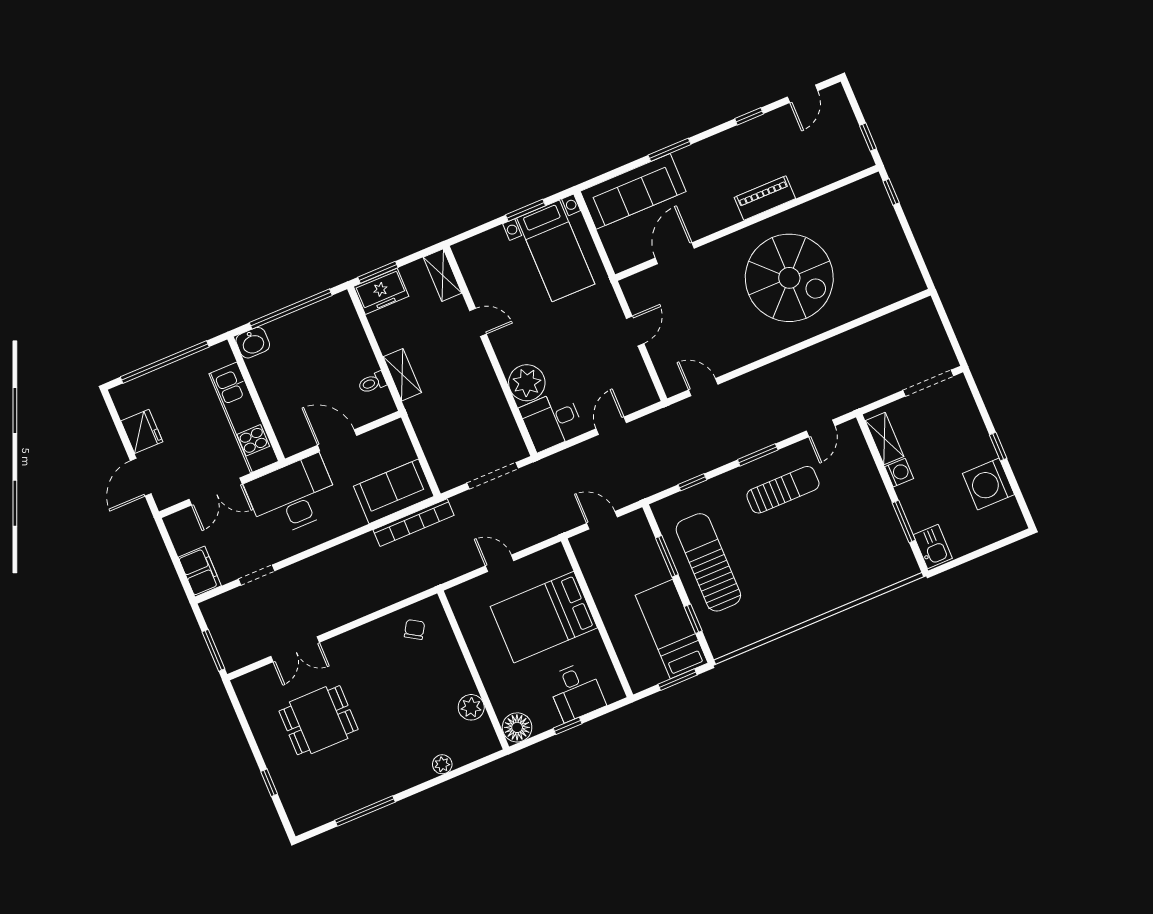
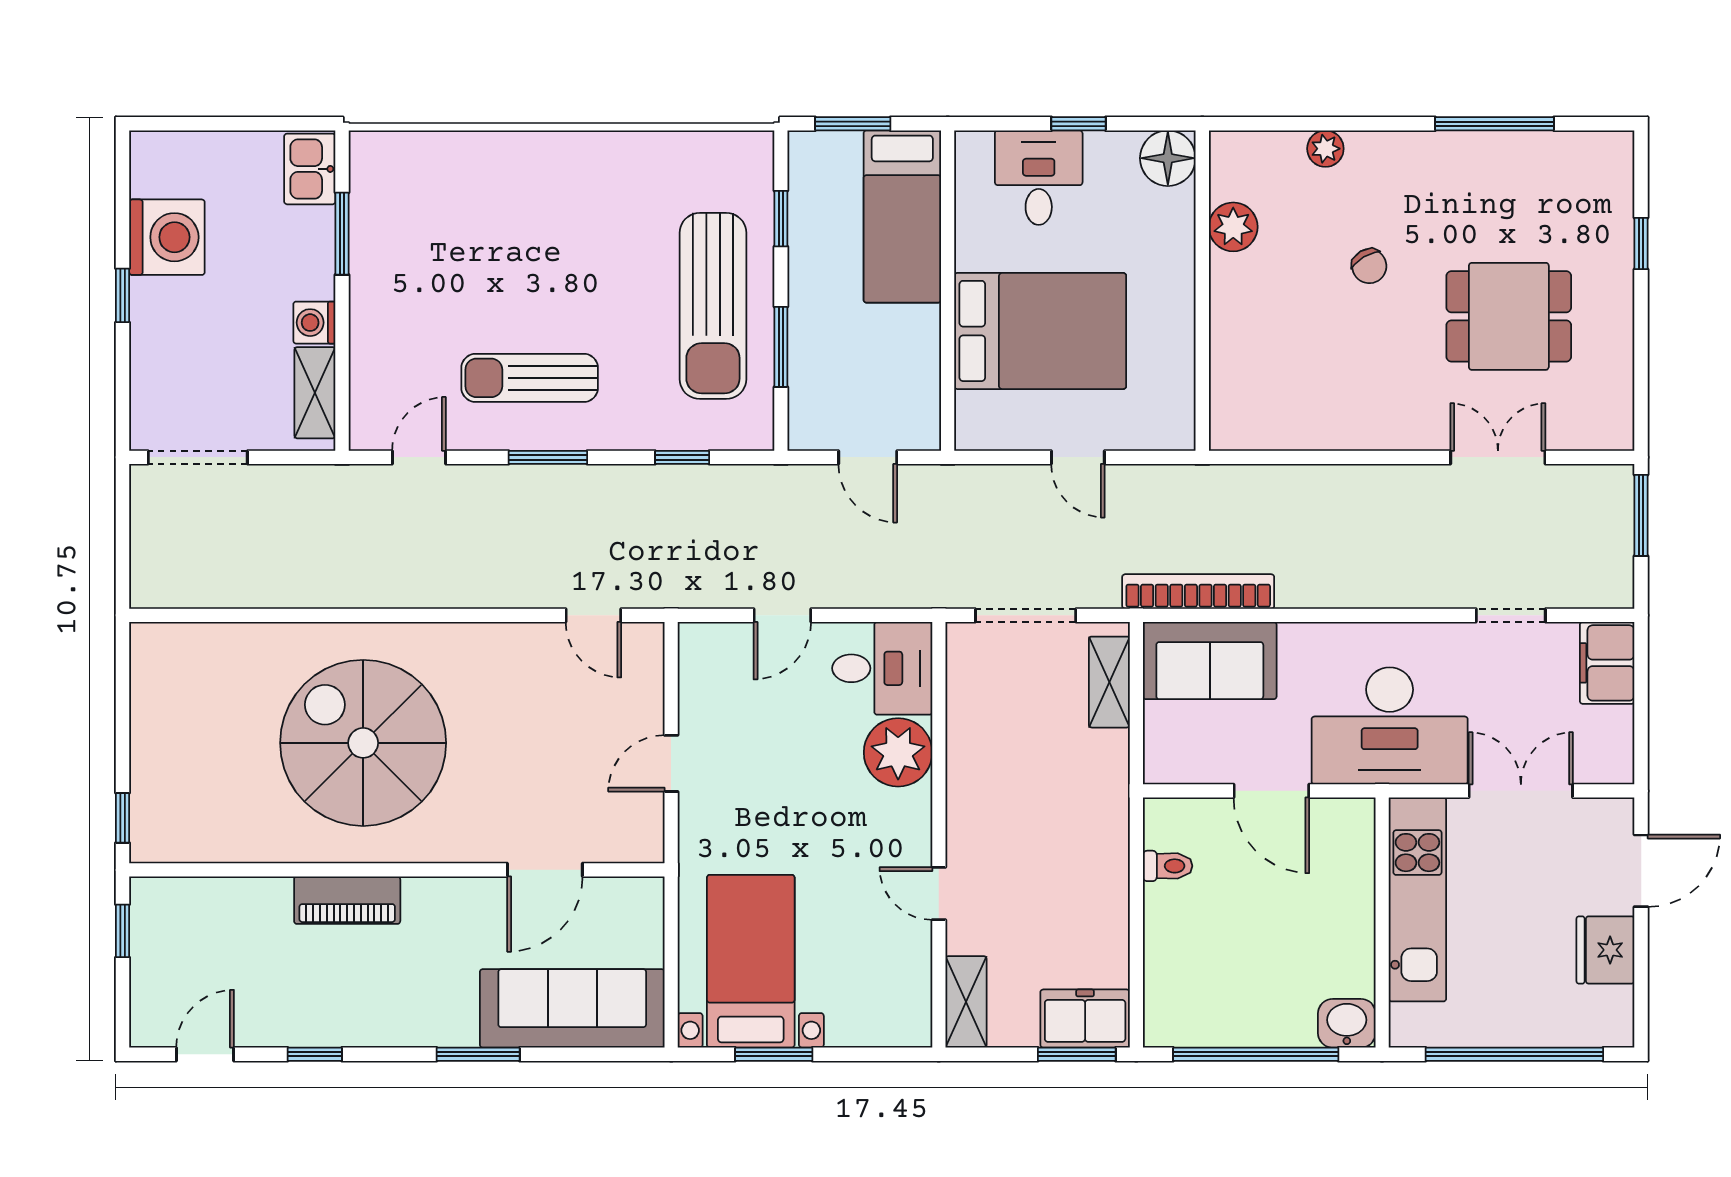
shelving: (402, 375) -> (1109, 682), moved
chair: (414, 629) -> (1369, 266), moved, turned -63
bed: (672, 629) -> (902, 216), moved

